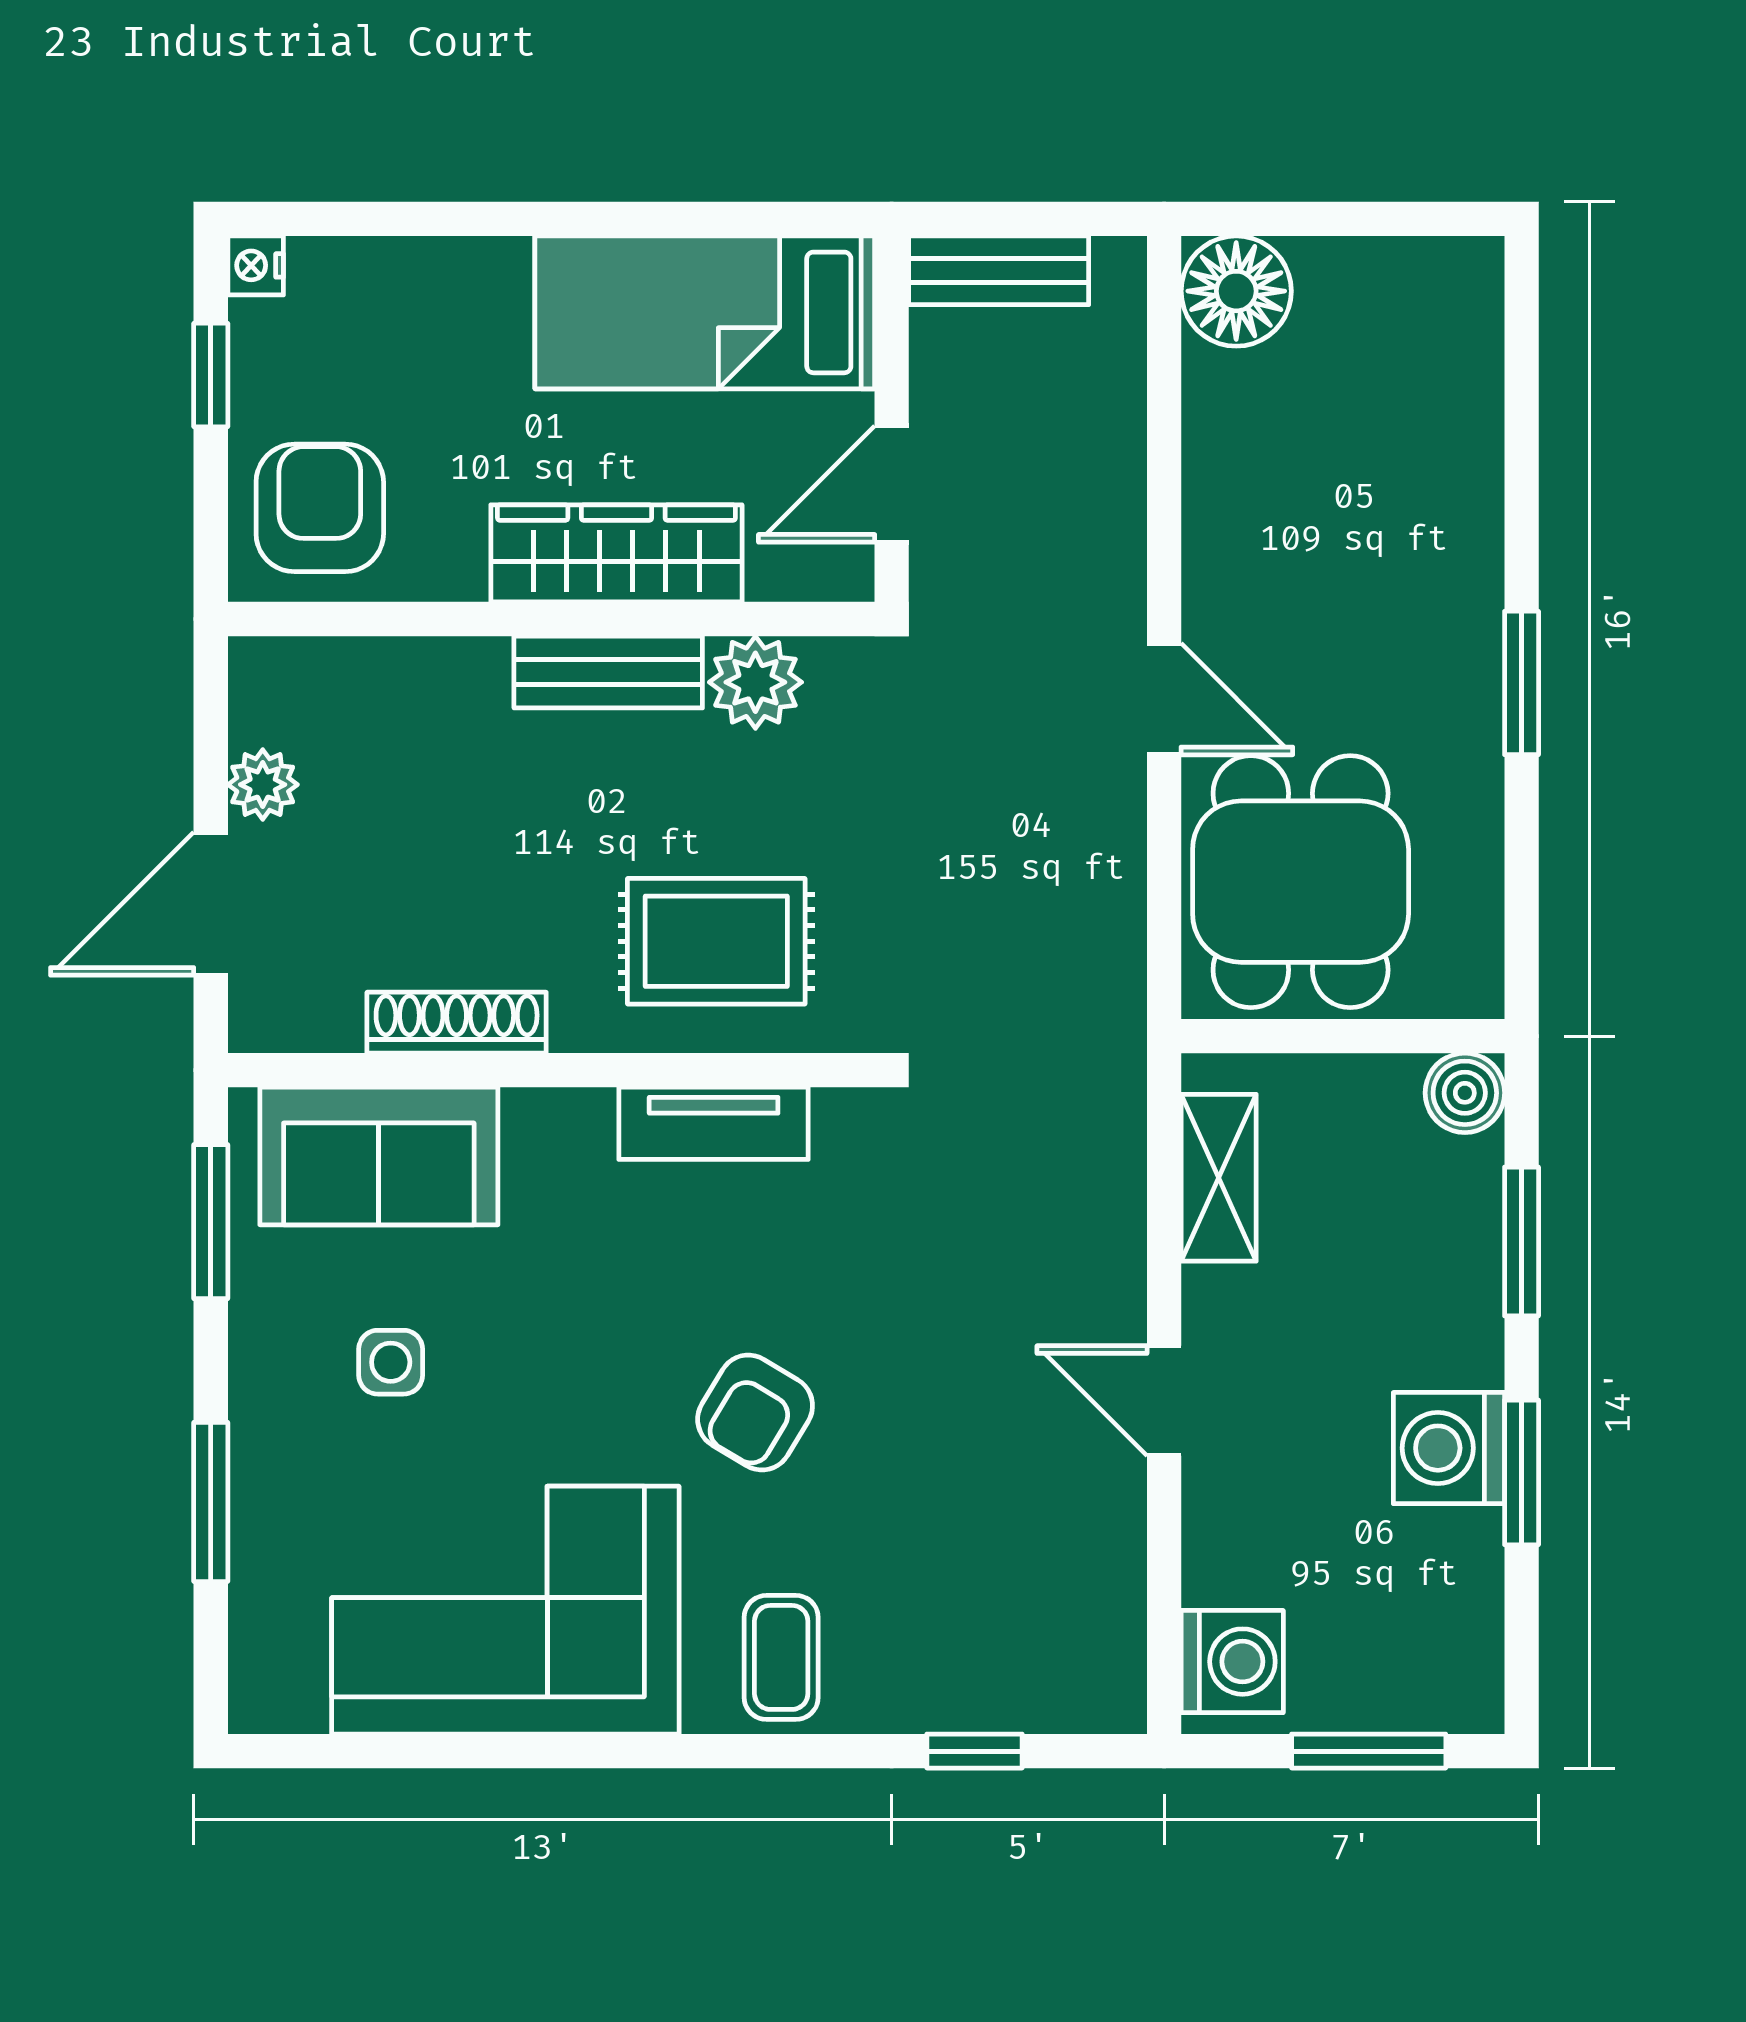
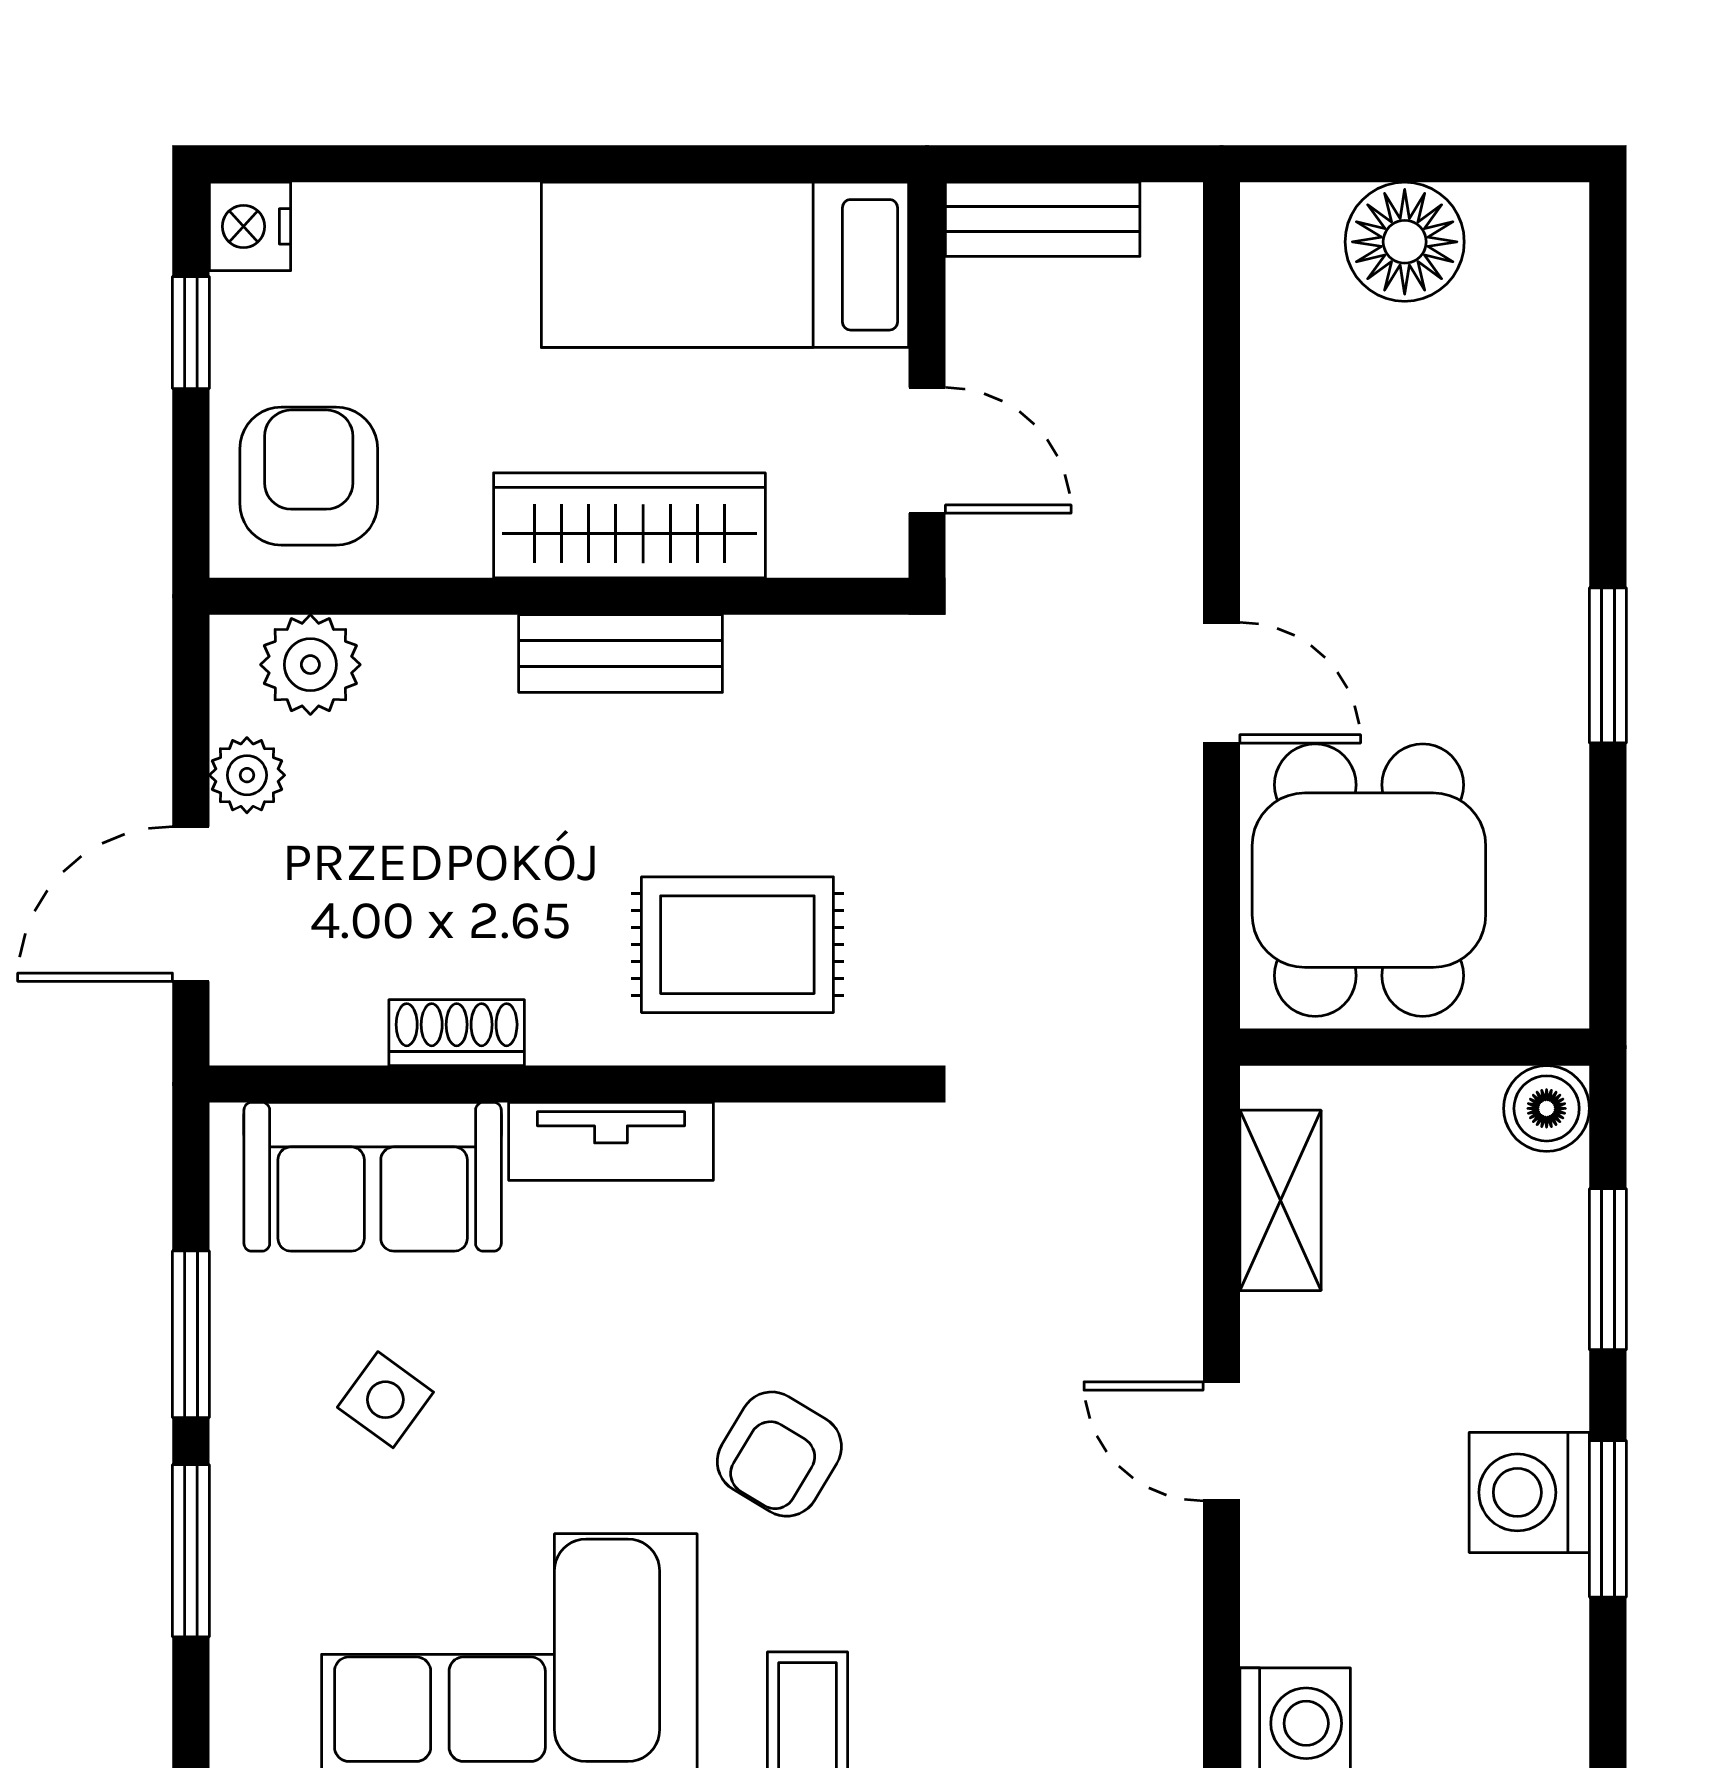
nightstand: (256, 265) -> (250, 226), width x1.39, depth x1.35
floor lamp: (1236, 291) -> (1405, 242), moved
door: (892, 484) -> (927, 450), swing flipped
plant: (755, 682) -> (310, 665), moved
shoe rack: (457, 1023) -> (457, 1033), width x0.70
tv unit: (714, 1123) -> (611, 1141), moved
window: (211, 1222) -> (191, 1334), moved
side table: (391, 1362) -> (385, 1400), turned 36

